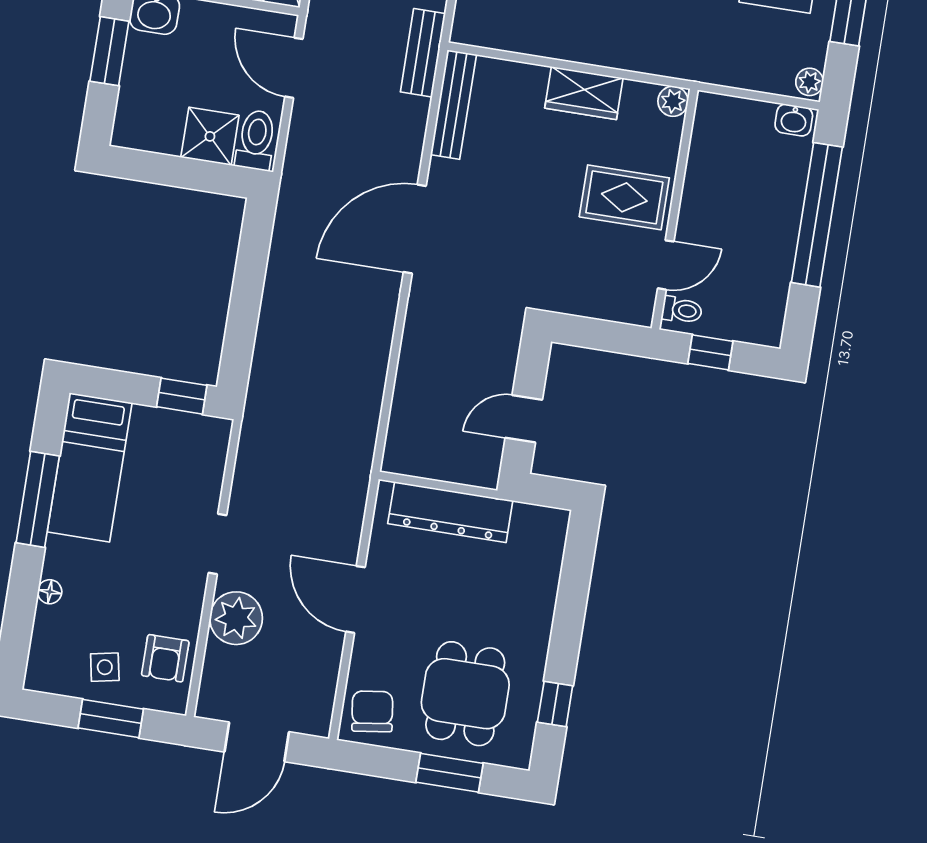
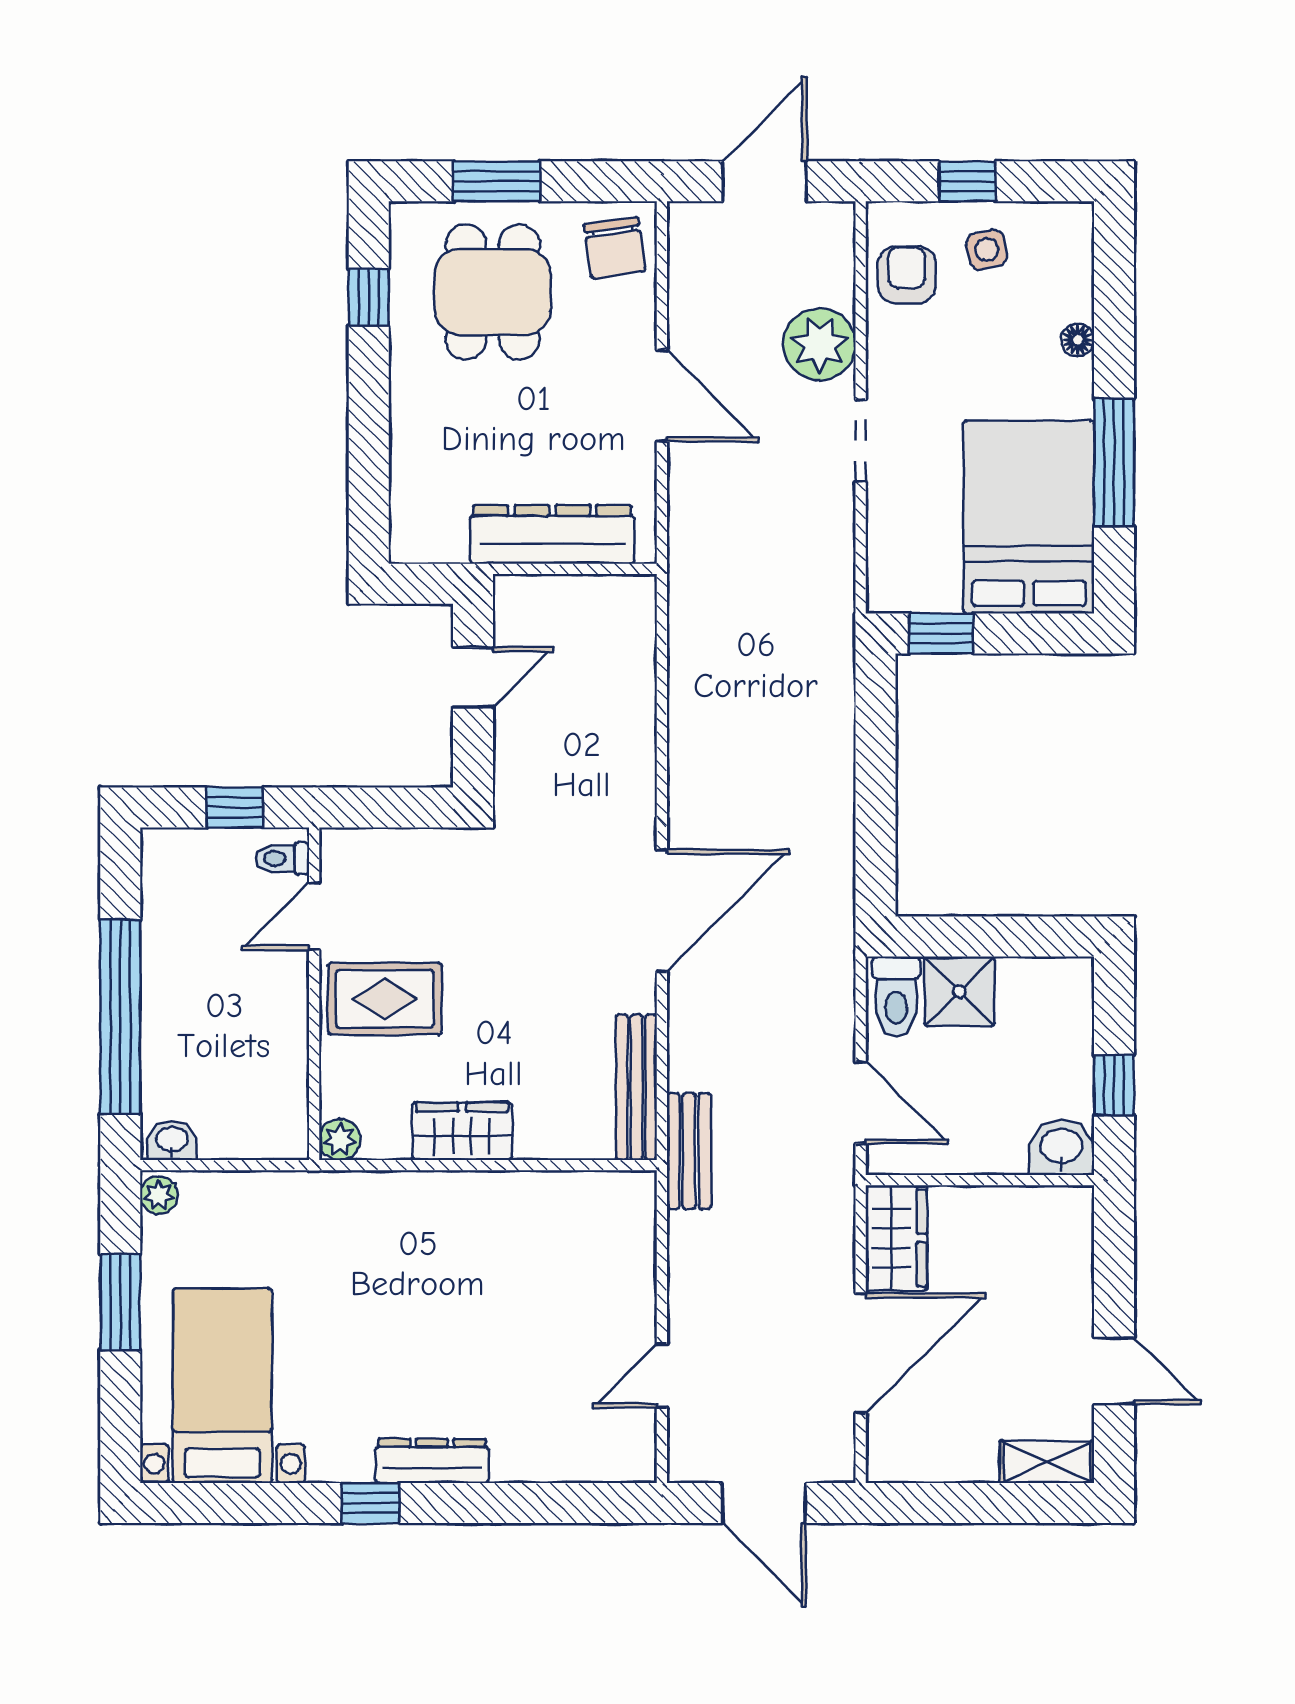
window: (109, 51) -> (1114, 1085), width x0.67
bed: (90, 467) -> (1029, 517), width x1.50
window: (111, 718) -> (967, 181), width x0.67

